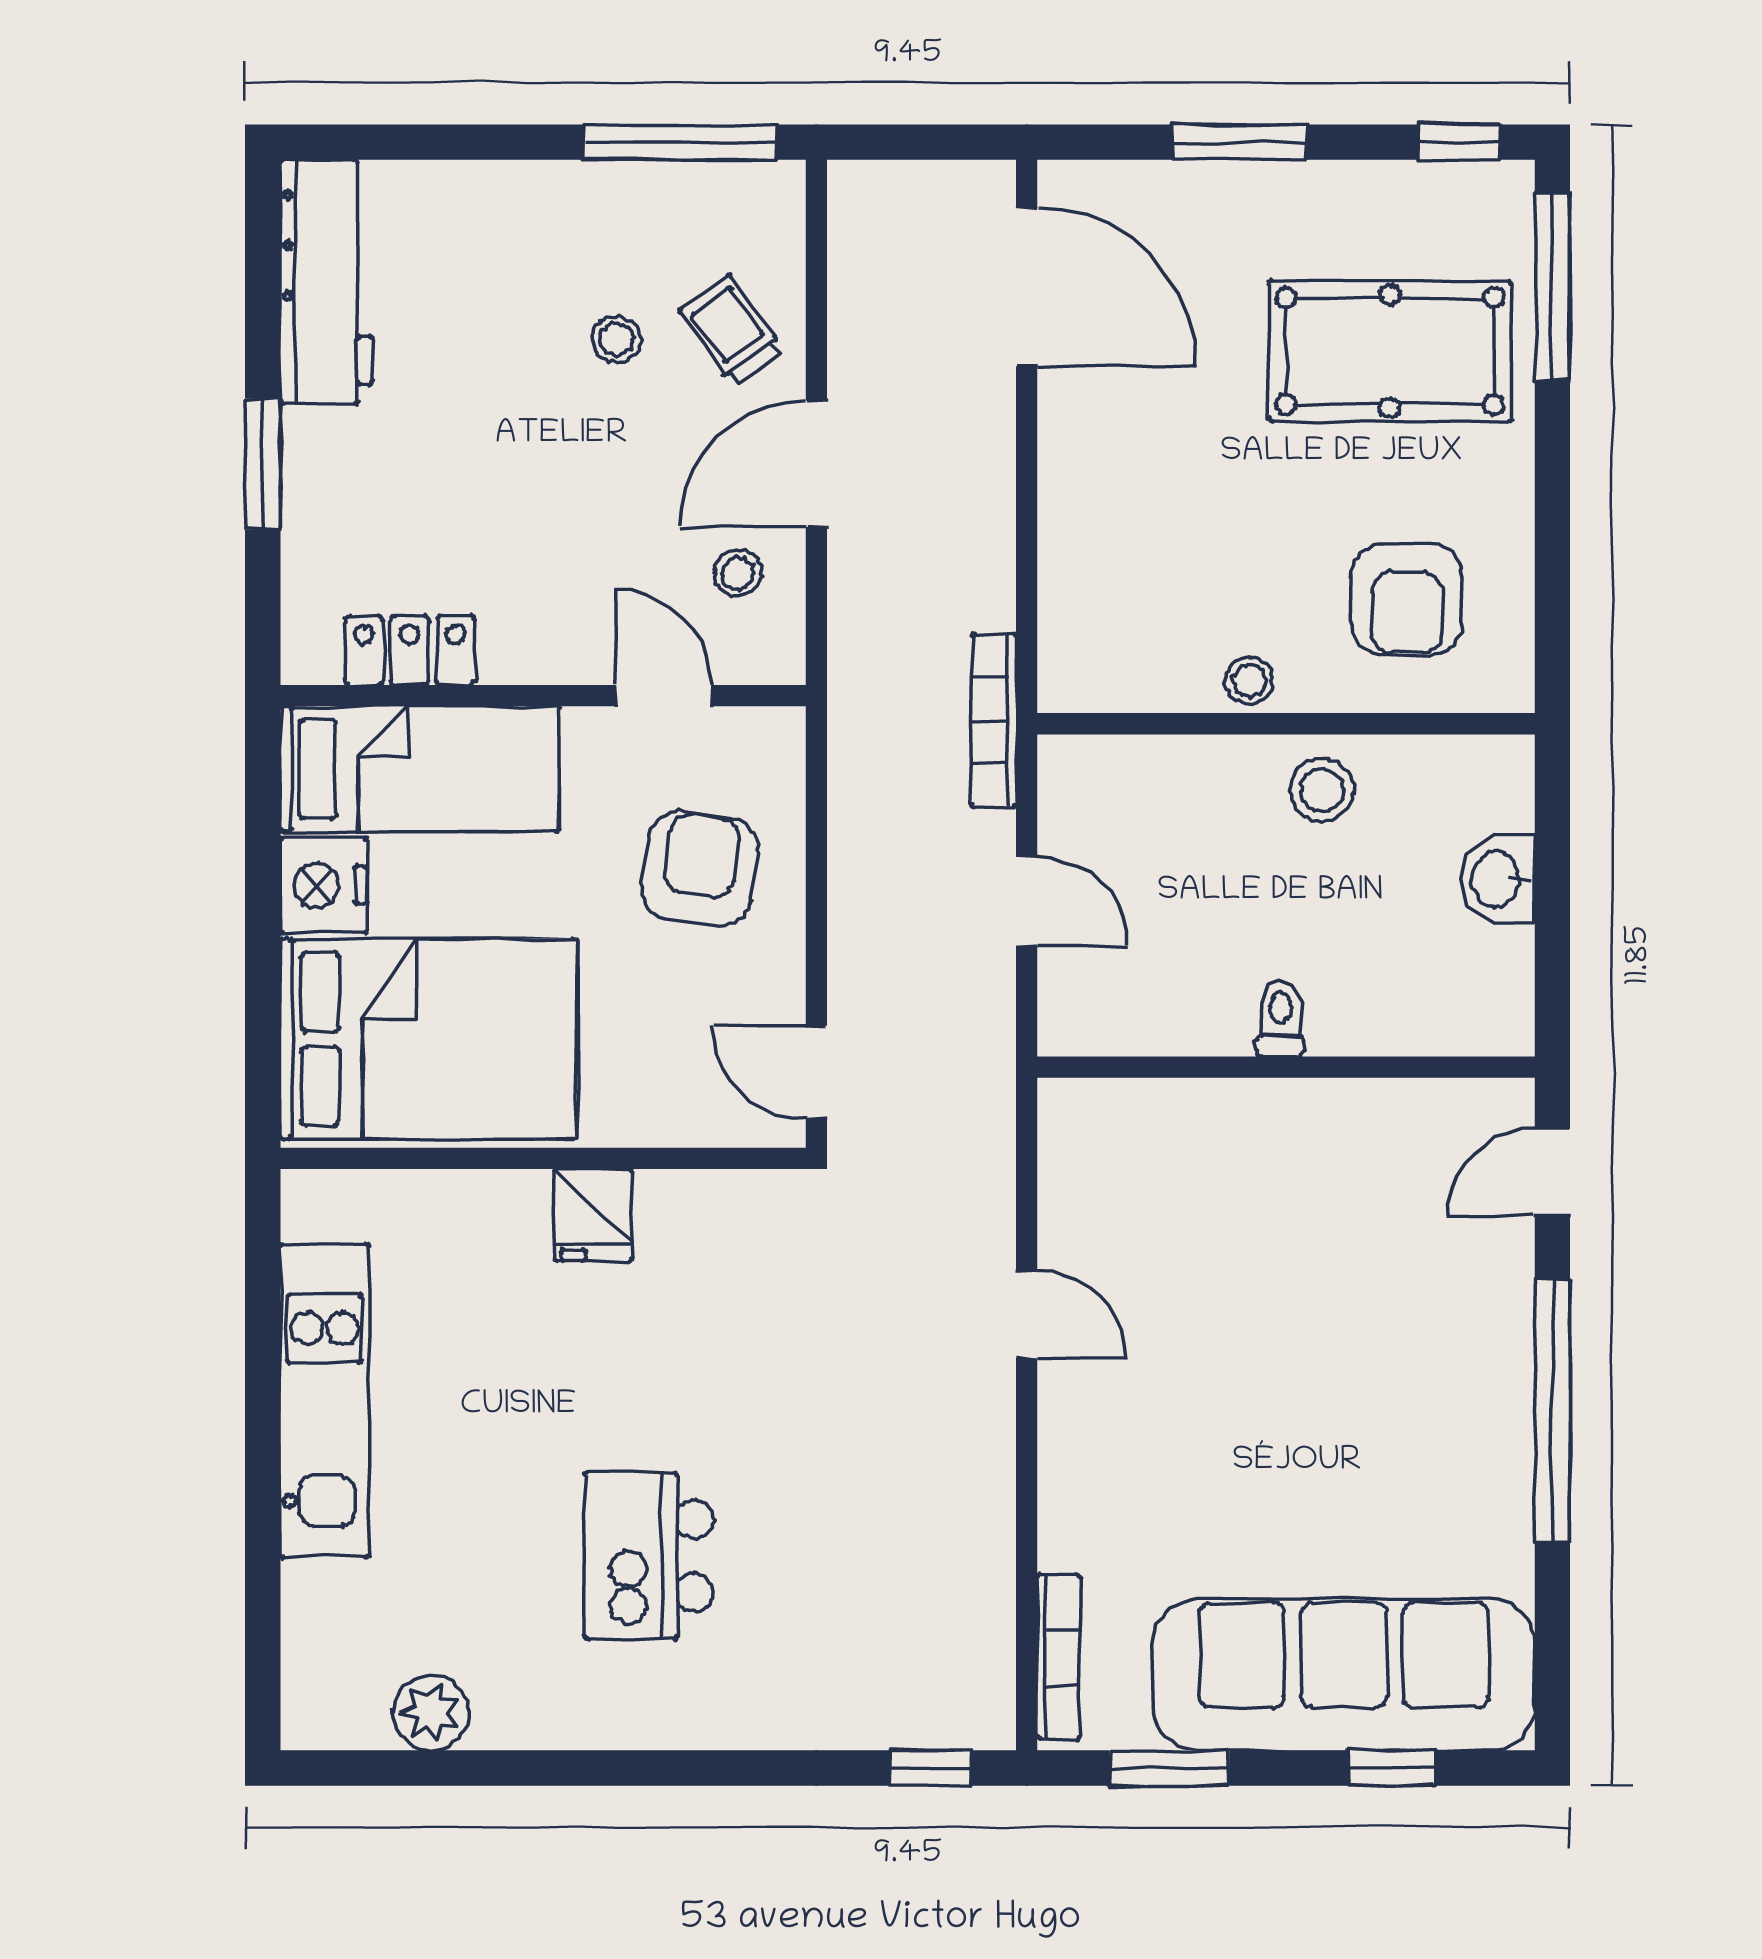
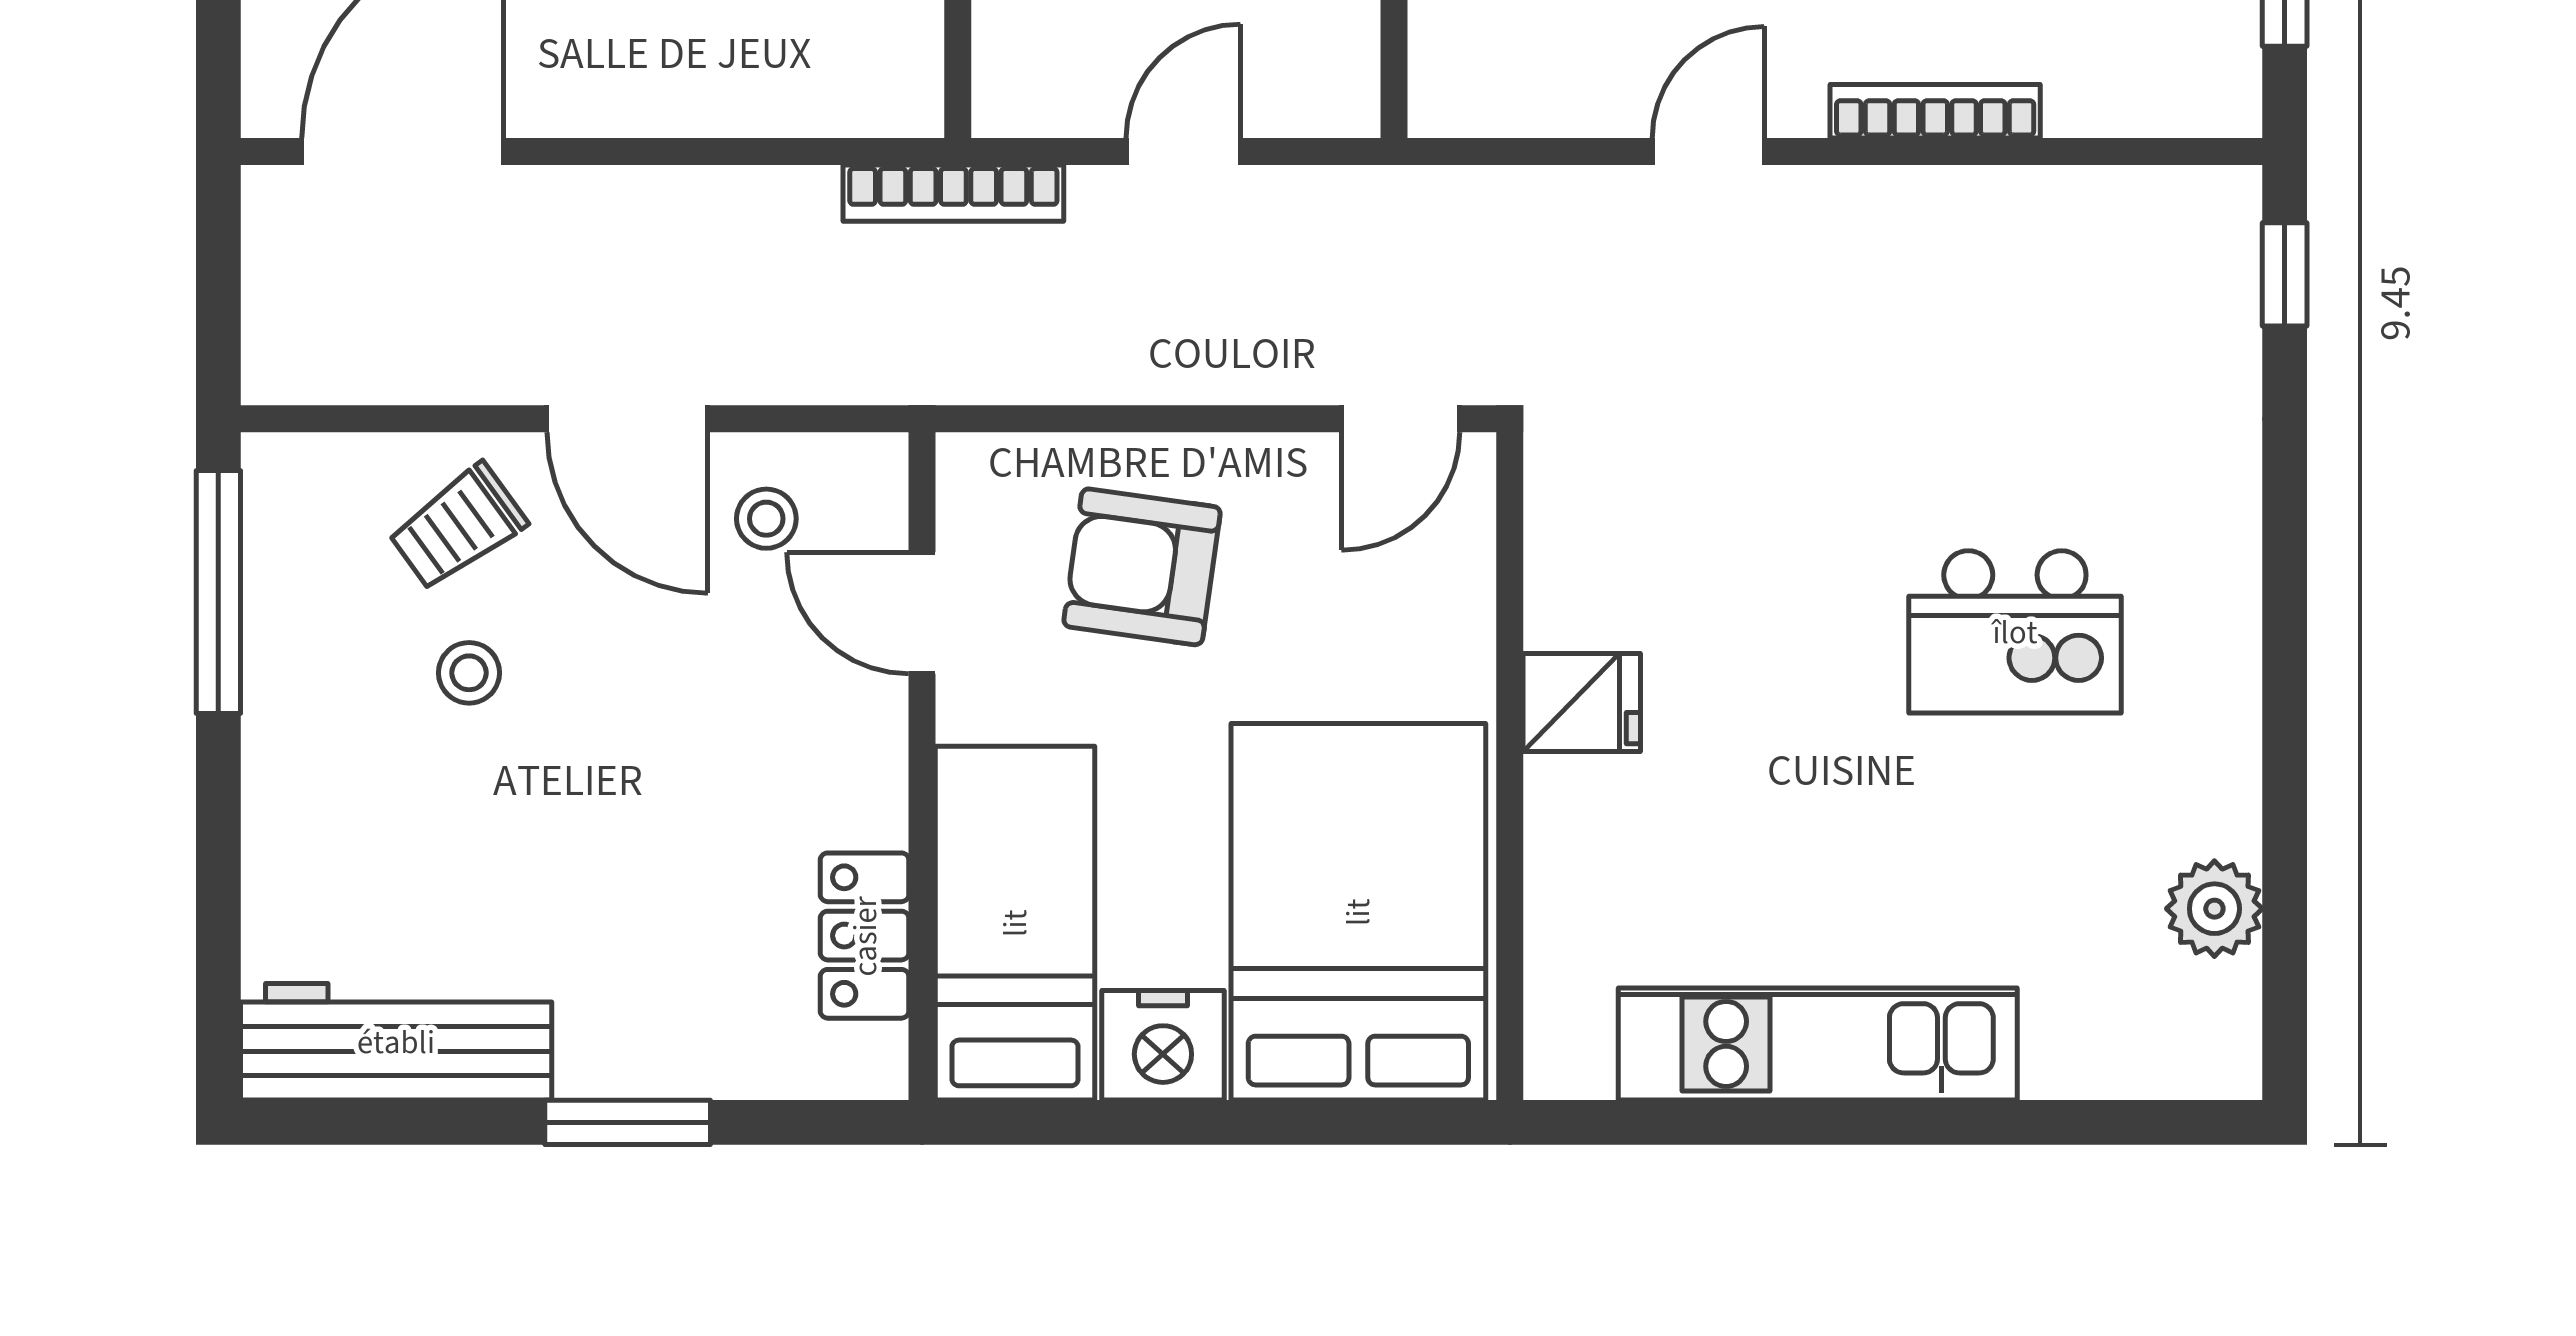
door: (664, 696) -> (922, 613), hinge flipped
bookcase: (1058, 1657) -> (1935, 111), moved

